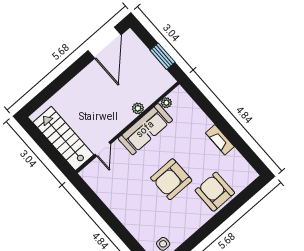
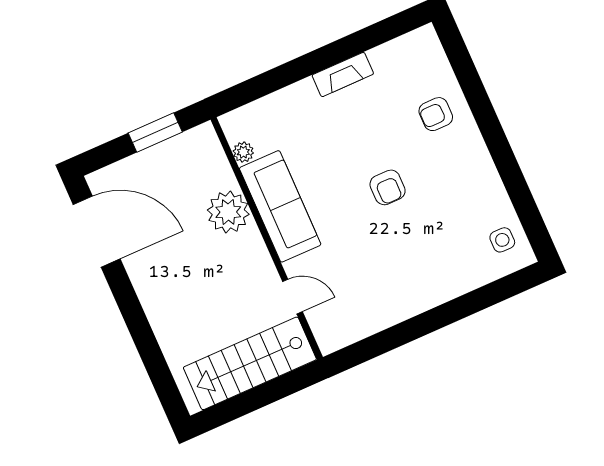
plant: (138, 108) -> (228, 212), width x1.87, depth x1.87
armchair: (171, 179) -> (388, 187), width x0.53, depth x0.53
armchair: (215, 192) -> (436, 114), width x0.53, depth x0.53

